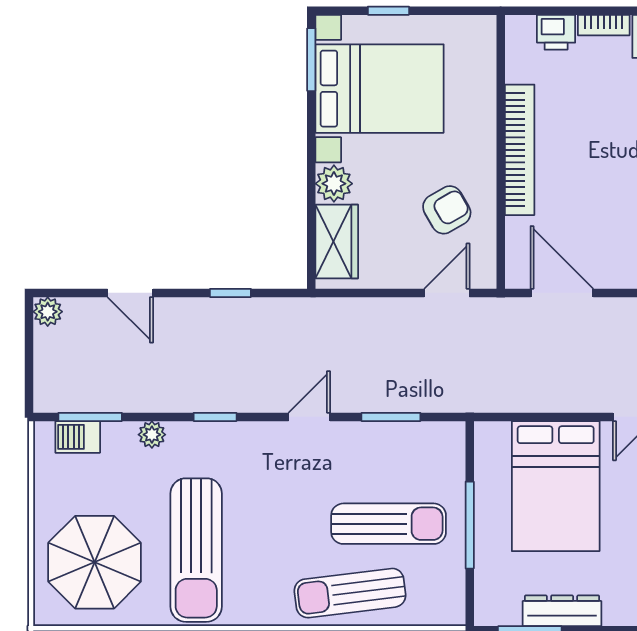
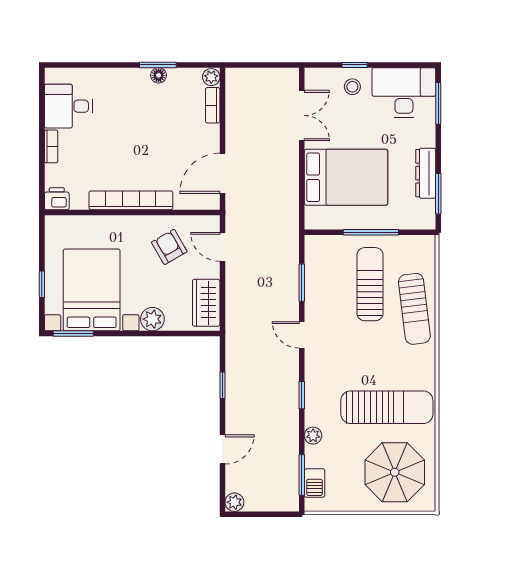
printer: (556, 32) -> (57, 199), moved, turned -90
wardrobe: (337, 241) -> (206, 303), moved, turned -90

